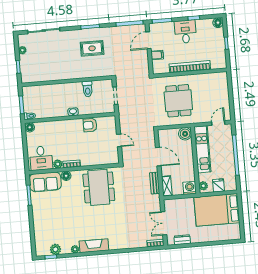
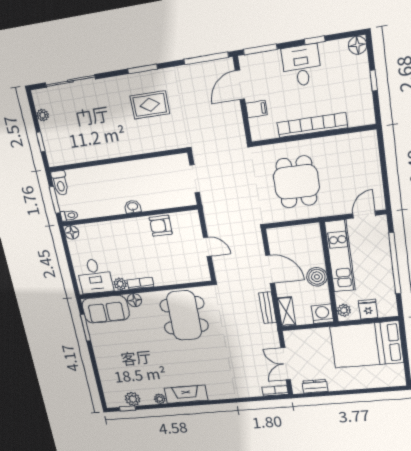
toilet: (88, 89) -> (60, 183), moved
boiler: (185, 134) -> (317, 277), moved

